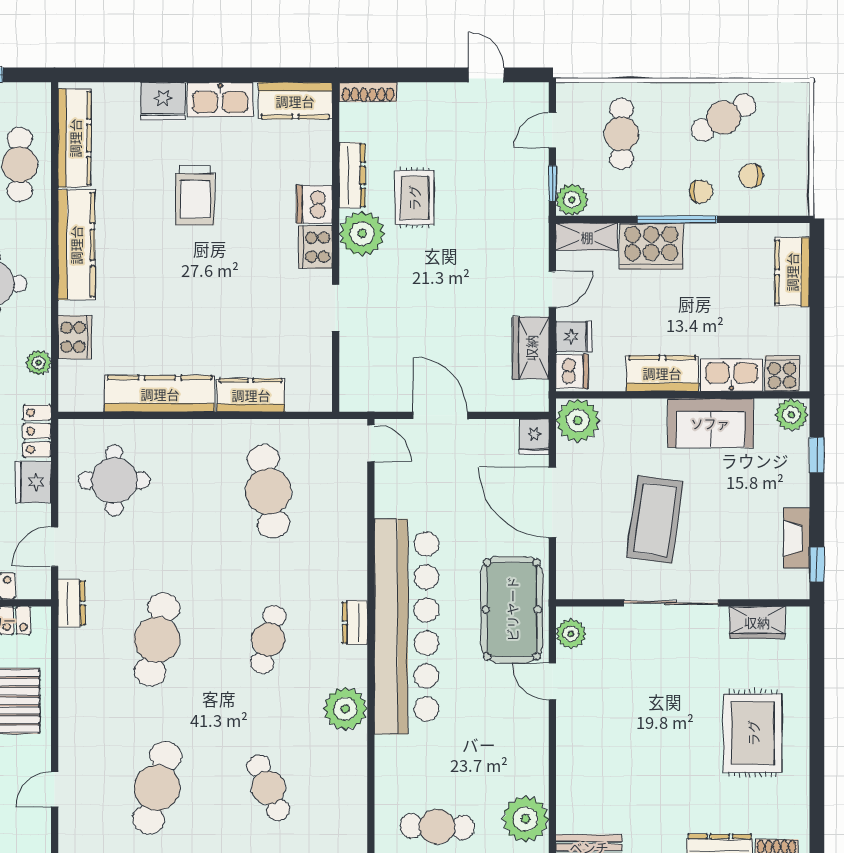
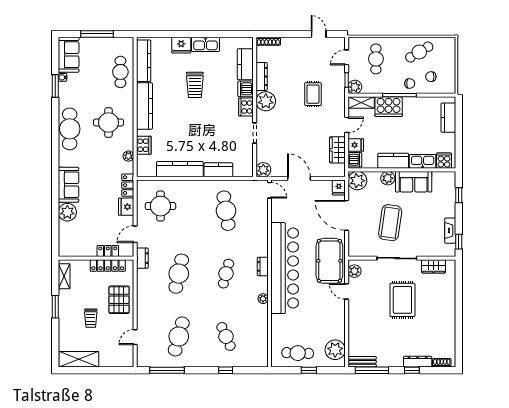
kitchen counter: (295, 101) -> (245, 64), moved, turned 90
rug: (414, 198) -> (313, 94), moved
plant: (356, 395) -> (263, 170), added
plant: (791, 415) -> (388, 178), moved
plant: (345, 709) -> (263, 299), width x0.53, depth x0.53
rug: (753, 733) -> (402, 300), moved

